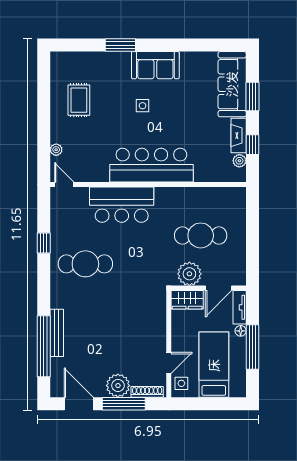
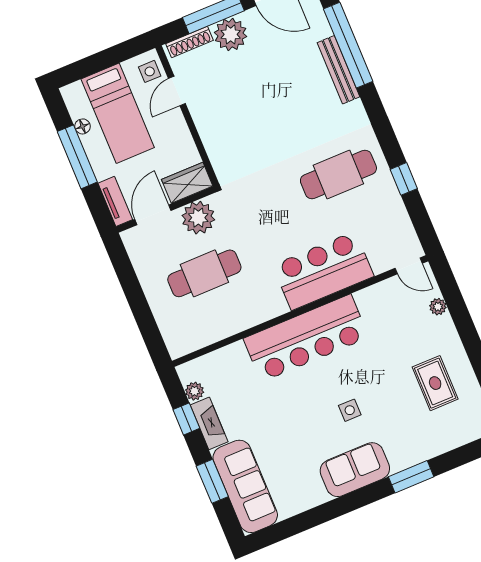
floor lamp: (241, 331) -> (82, 126), moved

